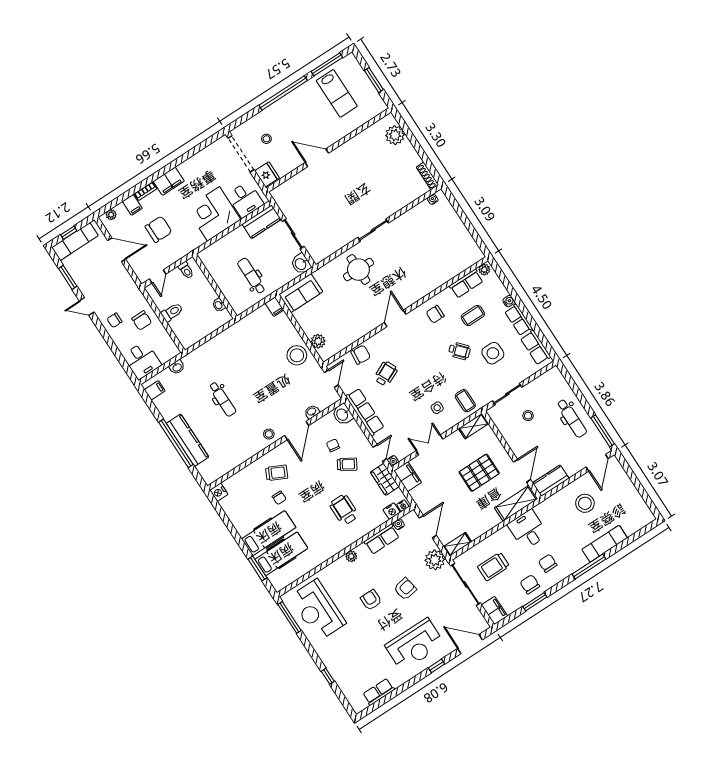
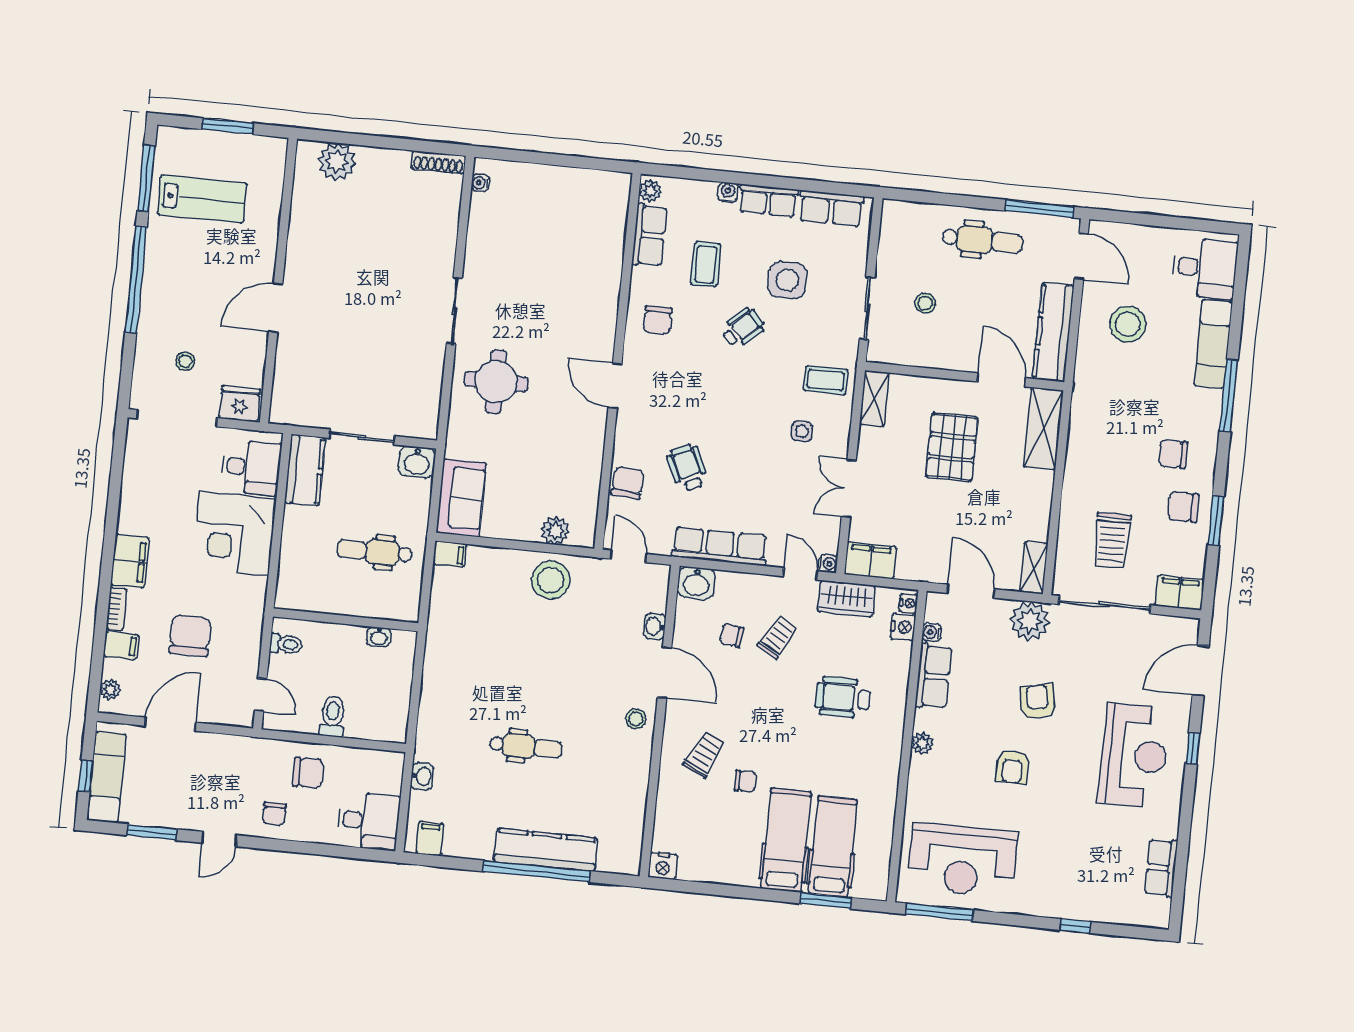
kitchen counter: (551, 481) -> (1053, 332), width x1.50
desk: (528, 530) -> (1205, 268), moved, turned 180
armchair: (371, 600) -> (1013, 767), turned -90

